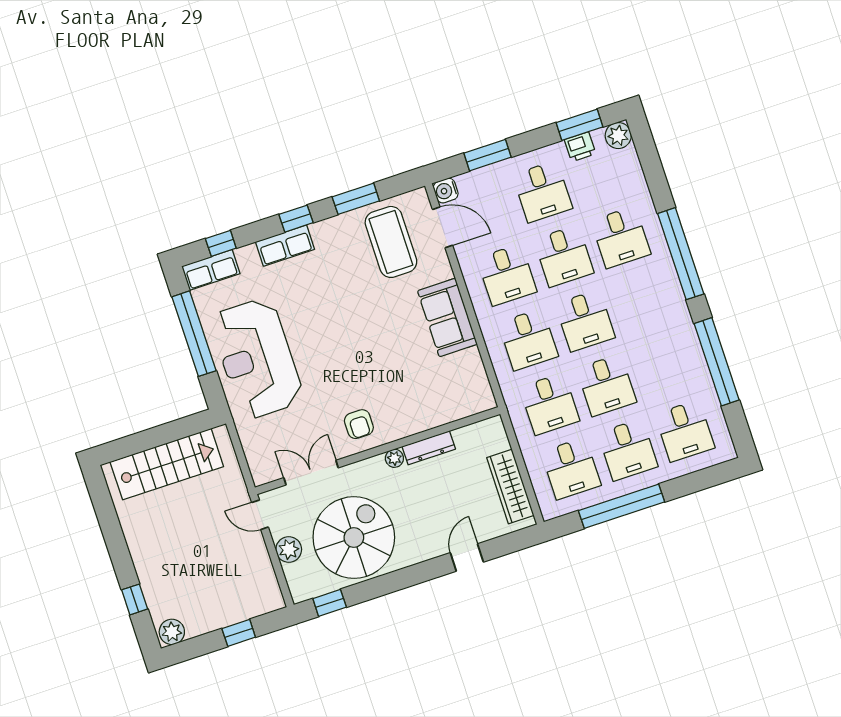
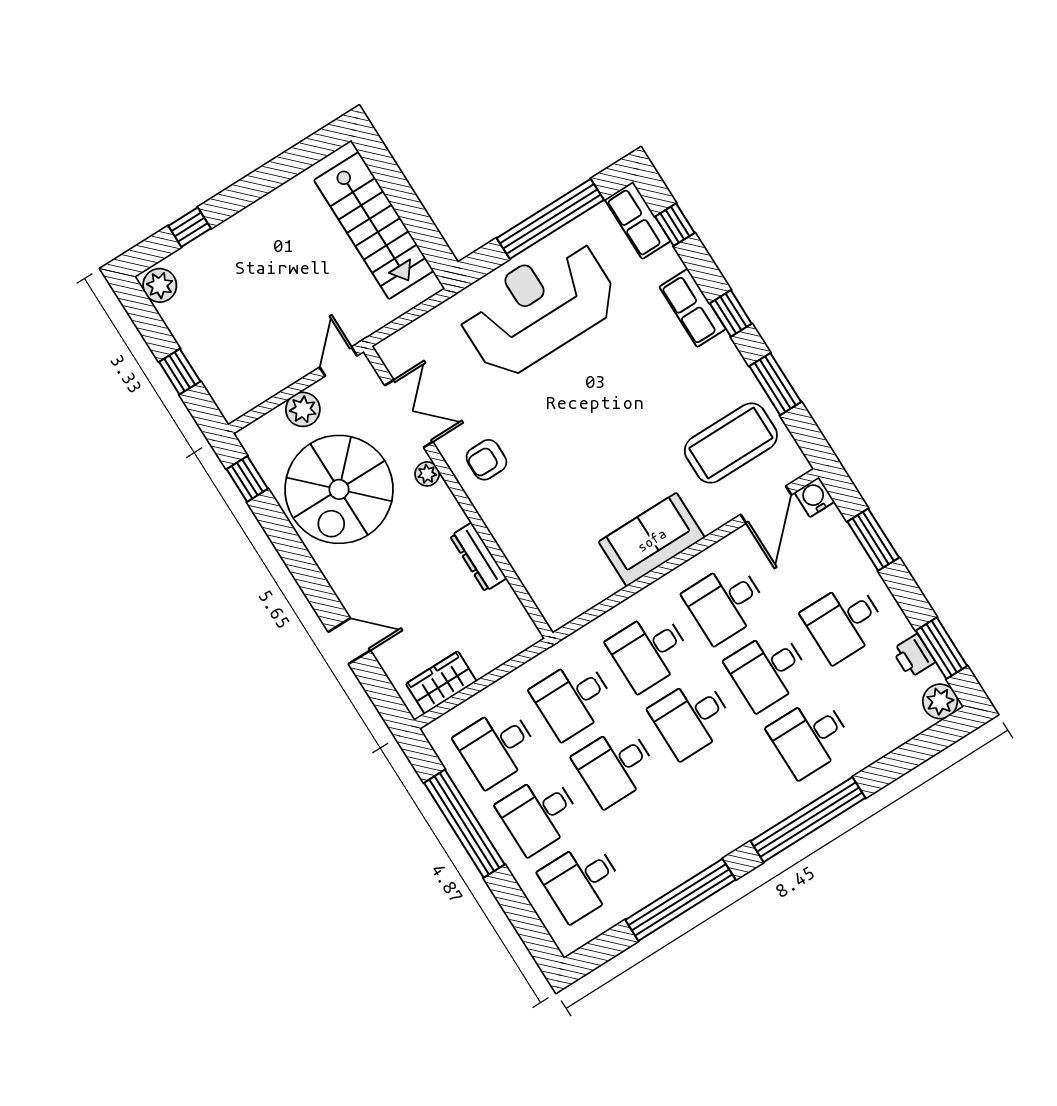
plant: (394, 458) -> (427, 474), moved
wardrobe: (510, 487) -> (441, 683), width x0.67
spiral stairs: (354, 538) -> (339, 489), turned 90

